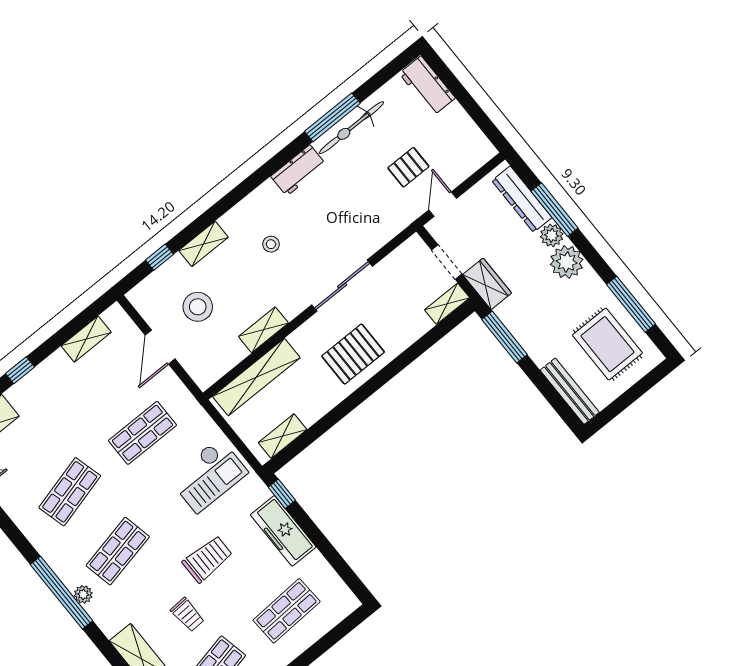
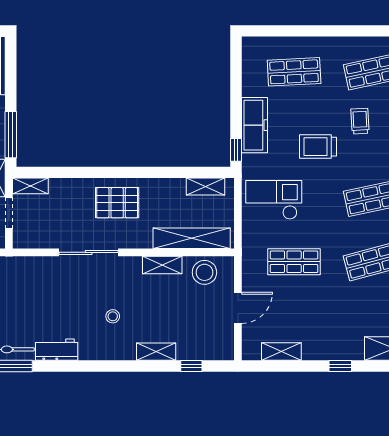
stool: (198, 307) -> (204, 272), moved

